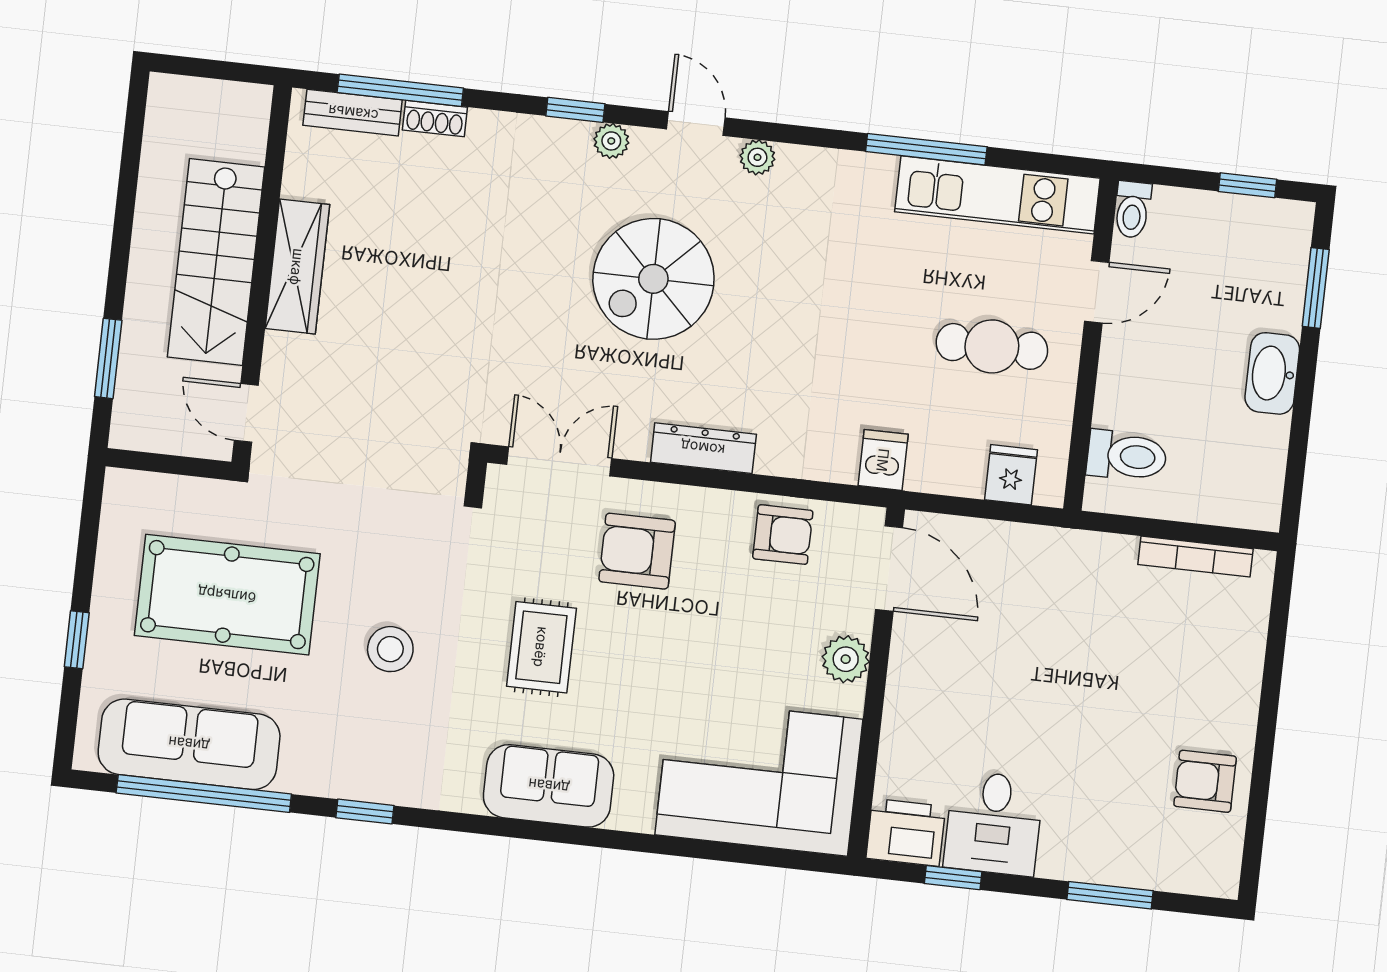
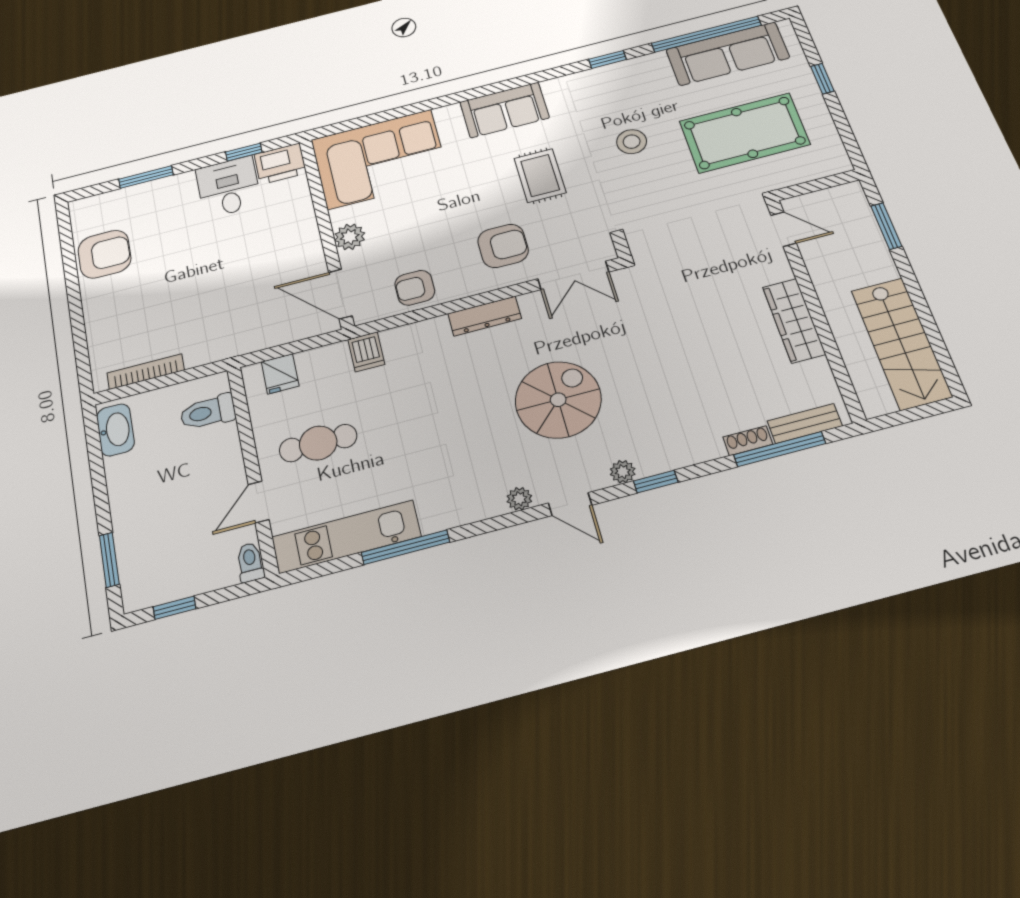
stairs: (216, 262) -> (901, 343), moved, turned 180
washbasin: (1272, 373) -> (115, 430), moved
armchair: (1205, 781) -> (105, 254), width x1.38, depth x1.38

